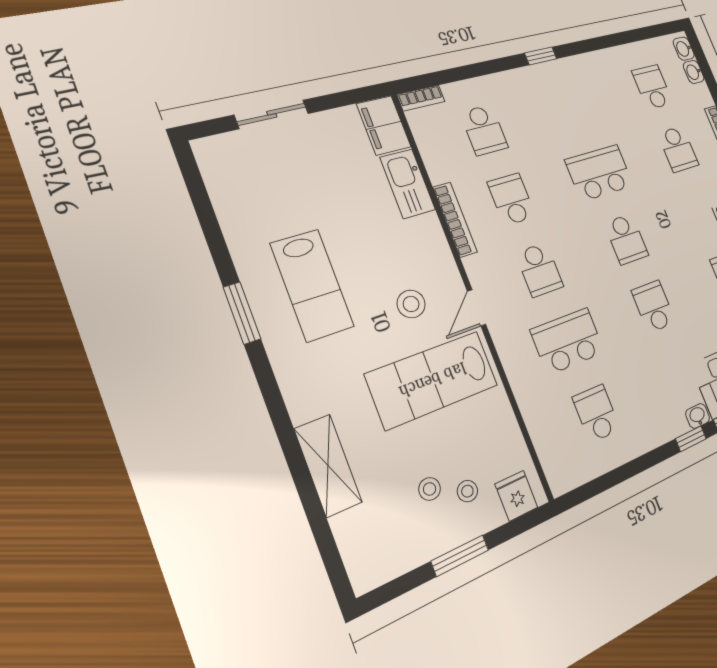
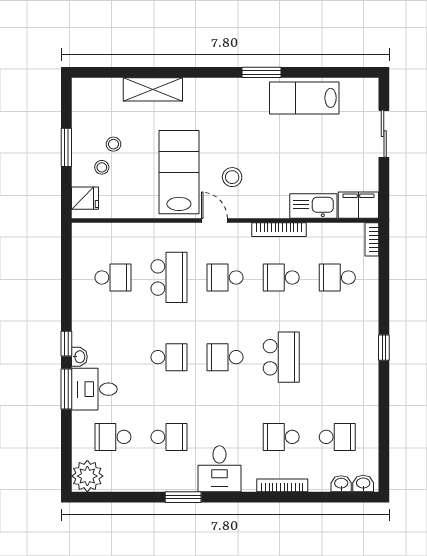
school desk: (512, 199) -> (281, 277), turned 180
lab bench: (312, 285) -> (304, 98), moved

